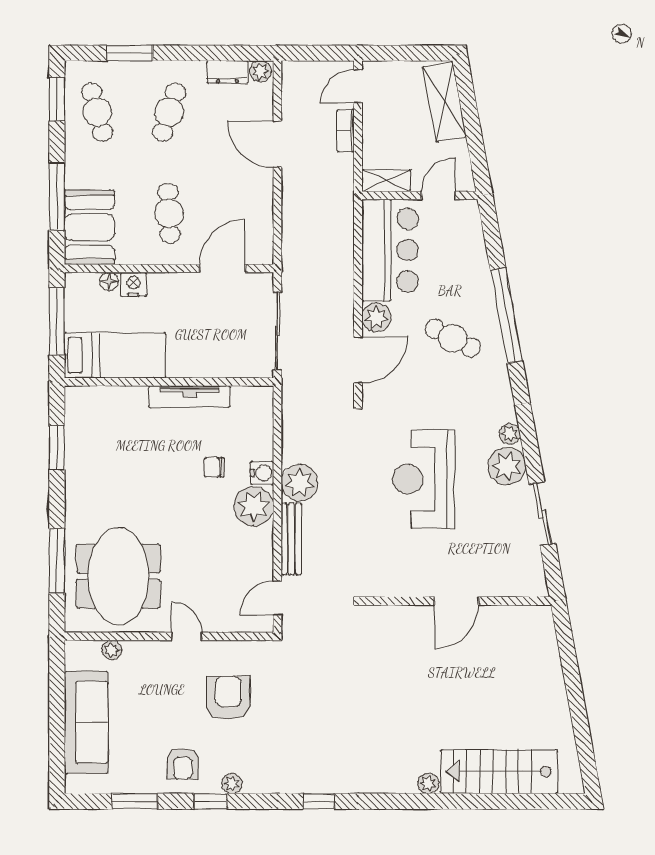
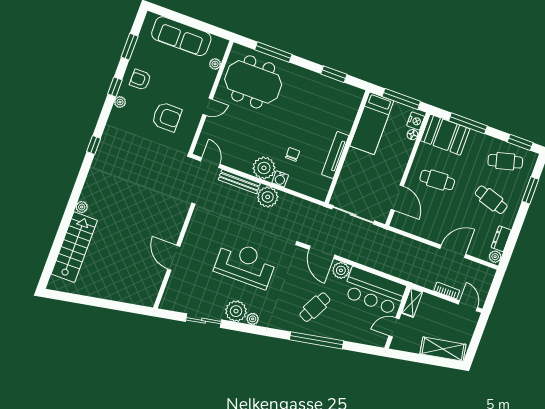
door: (438, 195) -> (394, 327), swing flipped
nightstand: (134, 284) -> (416, 121), moved

